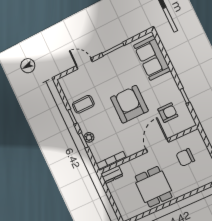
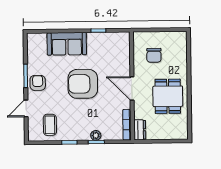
sofa: (152, 58) -> (67, 44), moved
coffee table: (83, 104) -> (50, 125), moved
armchair: (168, 113) -> (38, 83), moved
door: (157, 146) -> (132, 89), moved
dining table: (154, 187) -> (168, 96), turned 90

